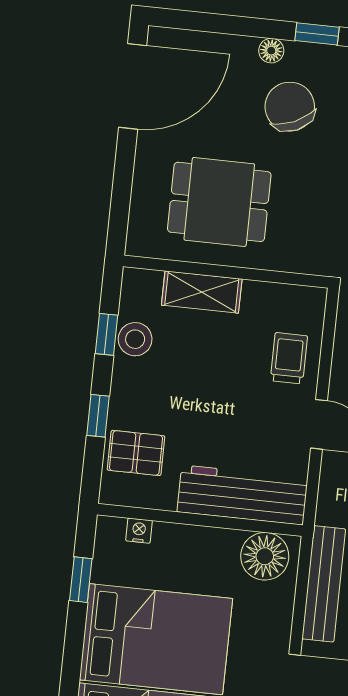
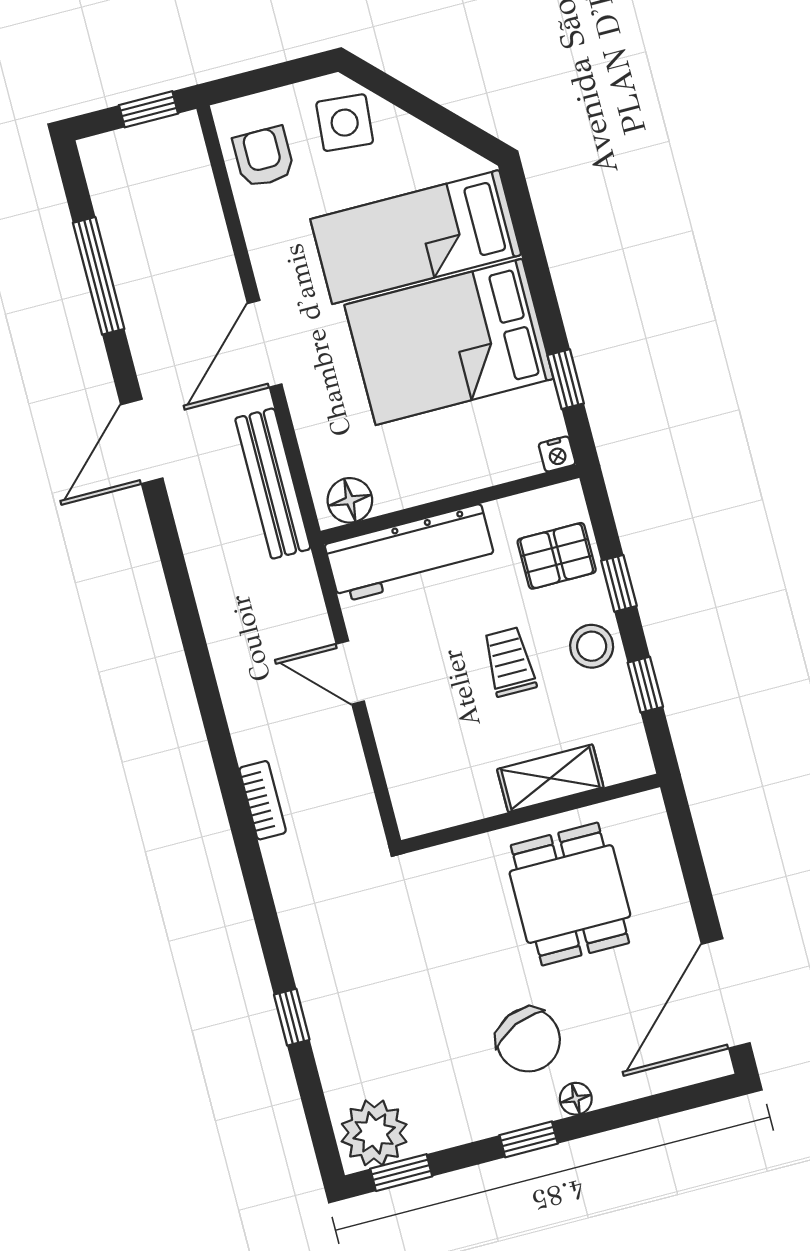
dining table: (219, 202) -> (570, 894), turned 90
stool: (135, 339) -> (592, 646), moved
trolley: (289, 358) -> (509, 662), moved, turned 180
nightstand: (139, 531) -> (557, 454), moved
floor lamp: (265, 556) -> (350, 500), width x0.73, depth x0.73

